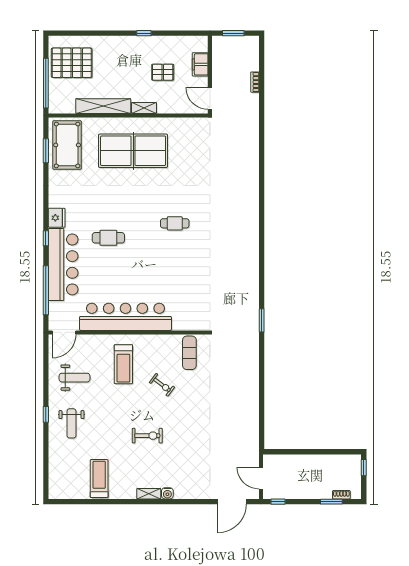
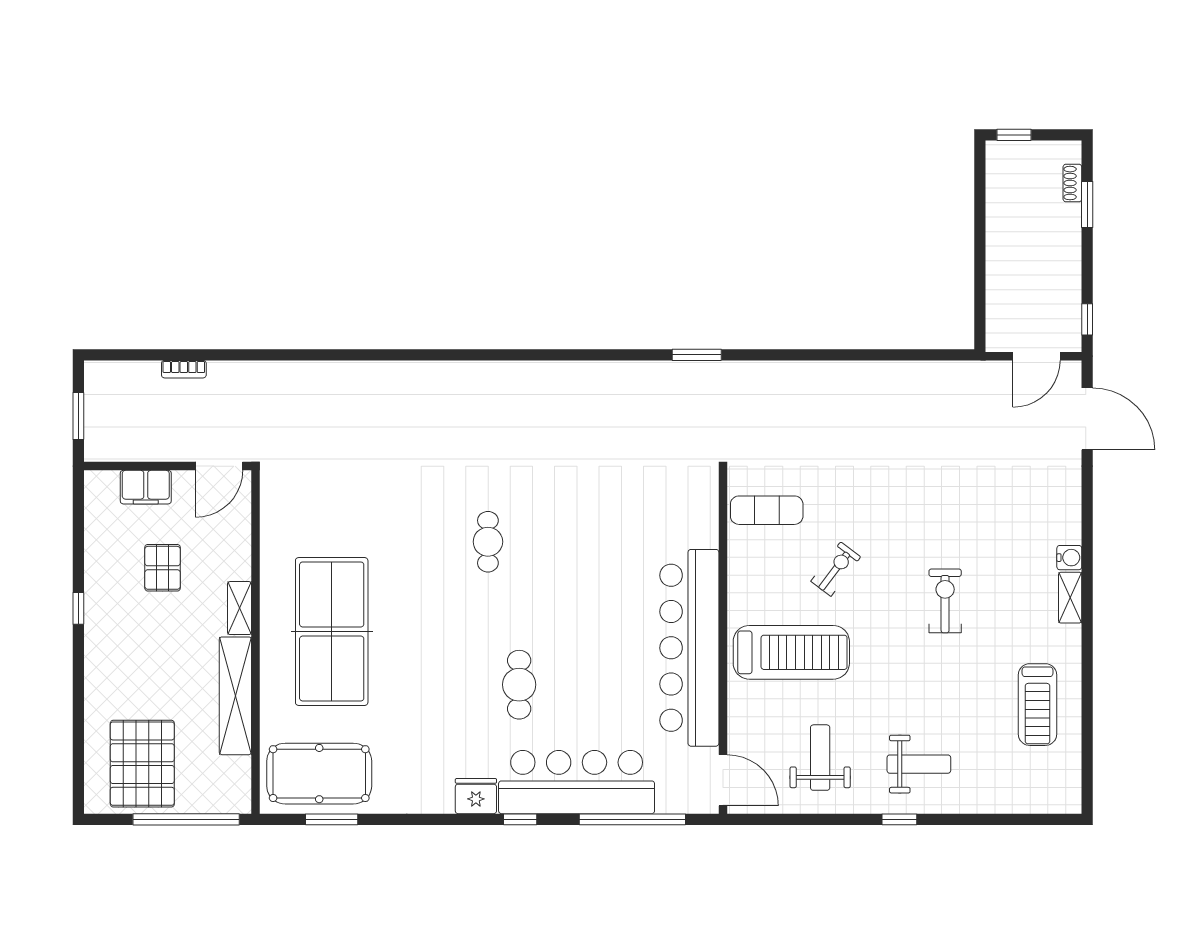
treadmill: (123, 364) -> (791, 652), width x1.37, depth x1.38
treadmill: (99, 479) -> (1038, 705), turned -90

